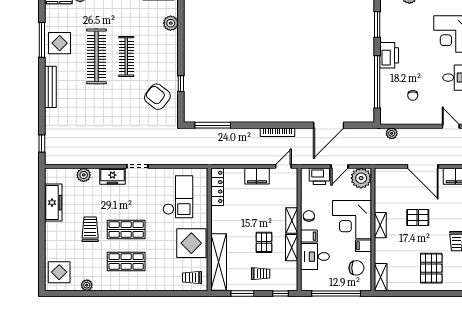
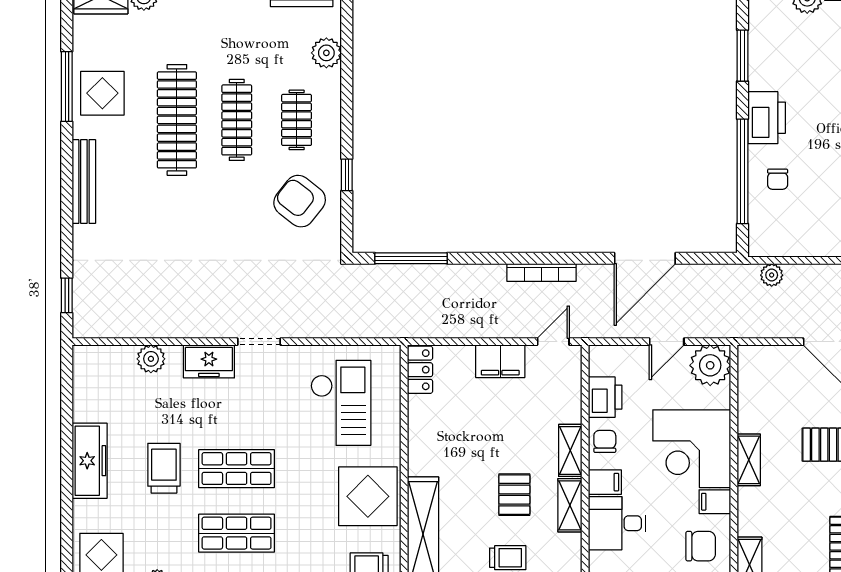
clothes rail: (156, 56) -> (297, 120), added
chair: (413, 95) -> (778, 179), moved
printer: (319, 176) -> (605, 397), moved, turned -90
locker: (217, 187) -> (420, 370), width x0.66
freezer: (53, 203) -> (90, 461), moved

